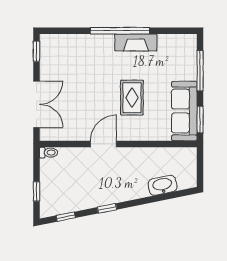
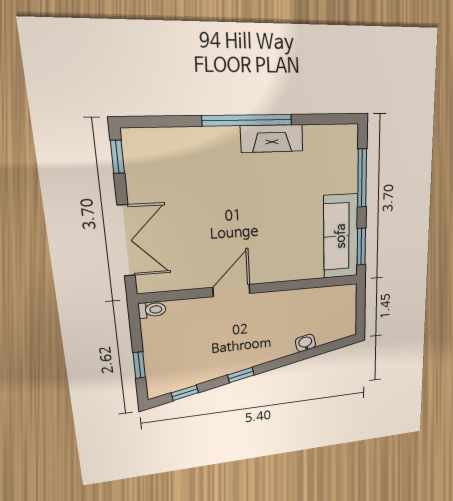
rug: (132, 98) -> (269, 222), removed
washbasin: (162, 185) -> (305, 343), width x0.52, depth x0.69

